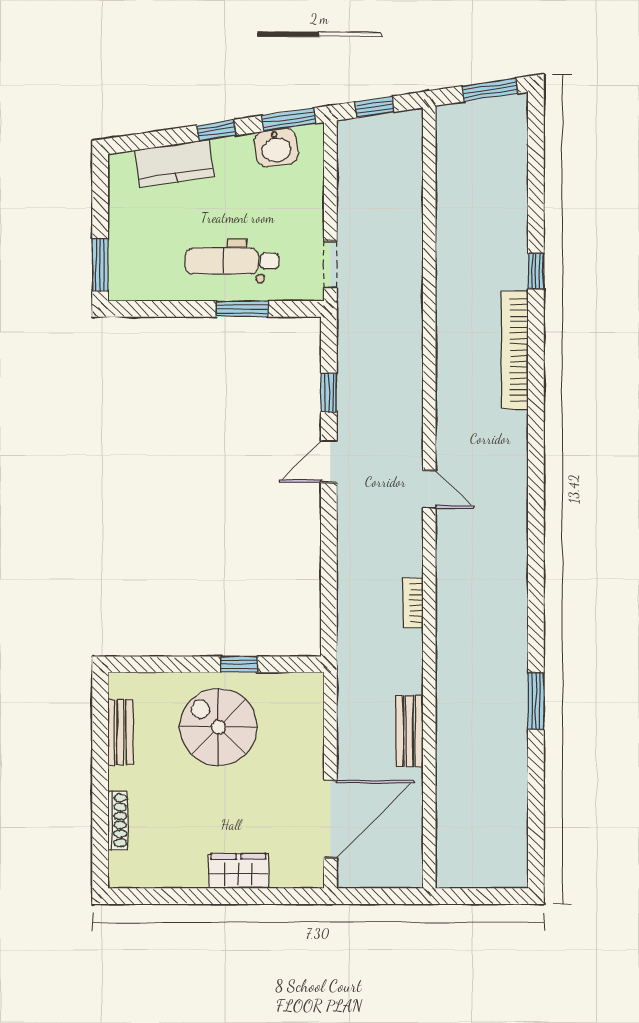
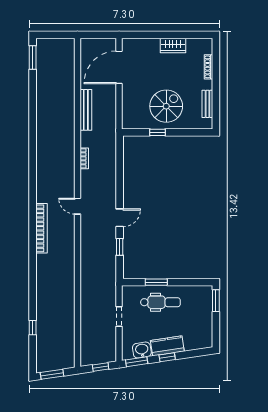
kitchen counter: (174, 163) -> (167, 346), moved
doorway: (330, 265) -> (119, 317), moved
window: (536, 271) -> (33, 328), moved
bookcase: (515, 350) -> (41, 228), moved
window: (536, 701) -> (33, 58), moved
spiral stairs: (218, 727) -> (166, 106), turned -90
bench: (410, 731) -> (86, 110), width x1.36
wardrobe: (238, 871) -> (173, 45), moved

